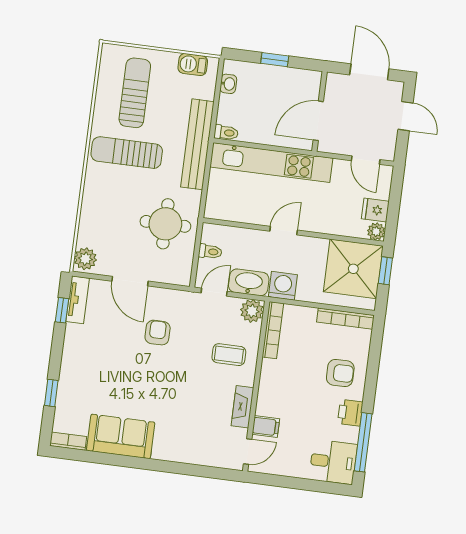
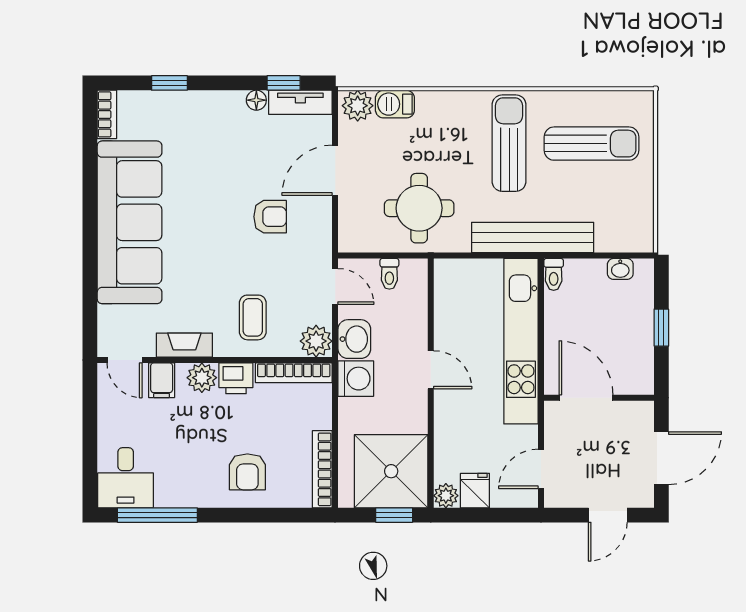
barbecue: (193, 65) -> (395, 104), moved, turned -90
washbasin: (249, 282) -> (354, 339), width x0.72
floor lamp: (72, 332) -> (256, 100), added
plant: (268, 397) -> (202, 378), added
printer: (350, 413) -> (236, 378), moved, turned 180
sofa: (121, 436) -> (130, 222), width x1.85, depth x1.27

